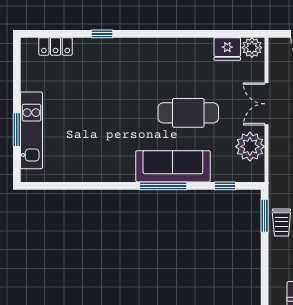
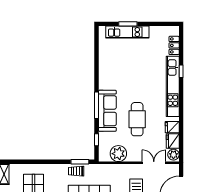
kitchen unit: (129, 49) -> (173, 86), added
fridge: (202, 50) -> (172, 127), added
double door: (266, 104) -> (154, 163), moved

